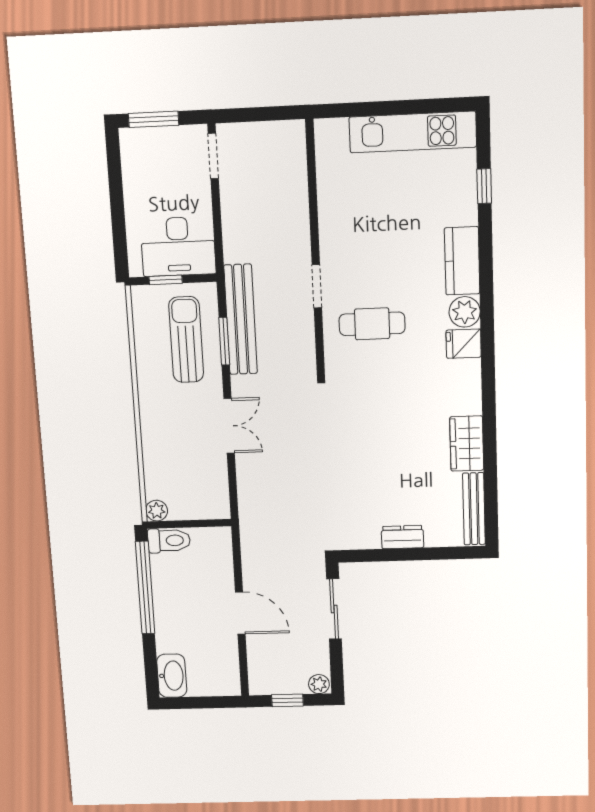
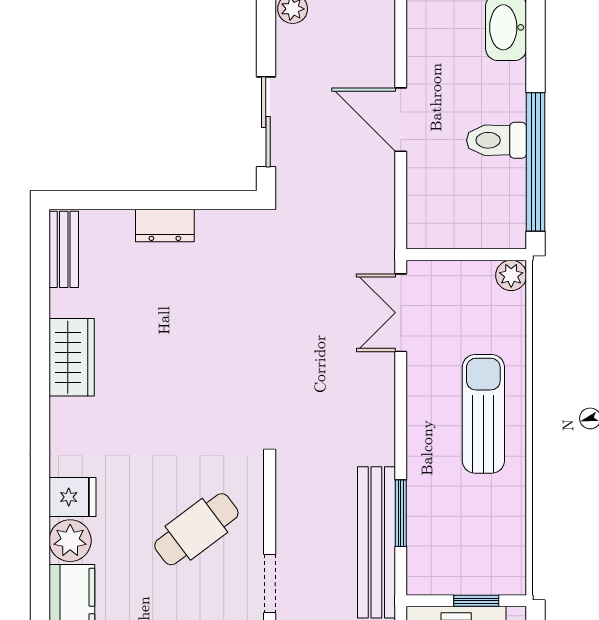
cafe table: (372, 324) -> (196, 529), turned -37
sun lounger: (186, 340) -> (483, 414), moved, turned 180
double door: (229, 426) -> (401, 313), moved
bench: (474, 509) -> (64, 249), width x0.73
toilet: (169, 541) -> (496, 140), moved

